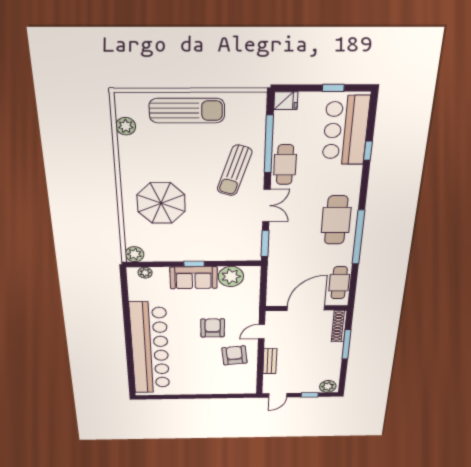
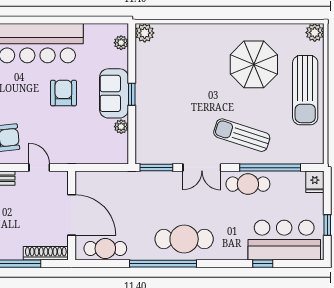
plant: (126, 126) -> (315, 33), moved
parasol: (161, 203) -> (254, 64), moved
plant: (231, 277) -> (121, 127), width x0.53, depth x0.53
armchair: (213, 328) -> (63, 93), moved, turned -90

